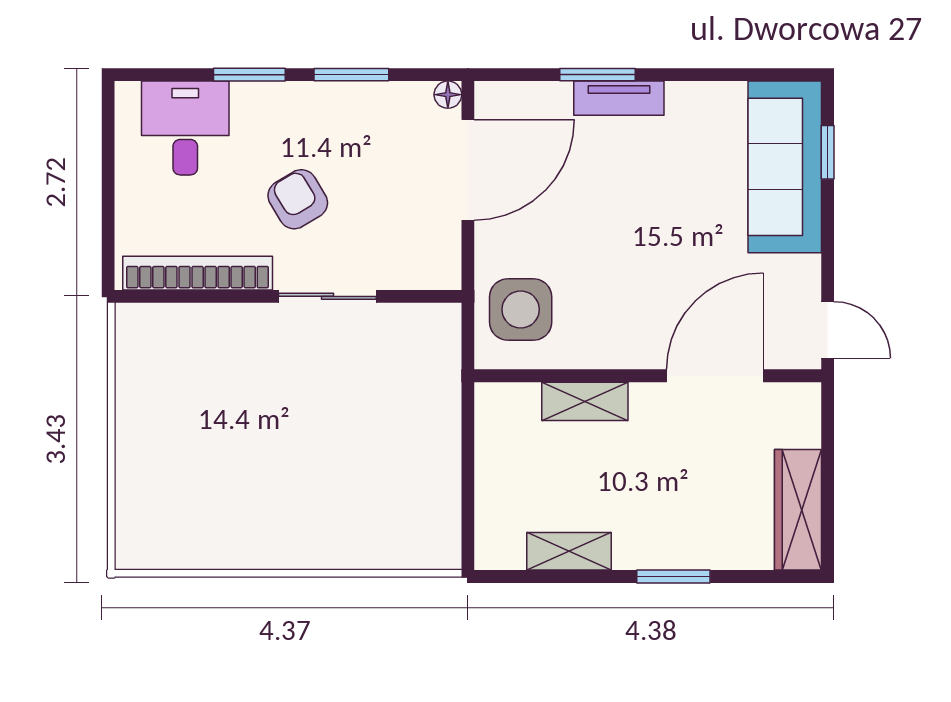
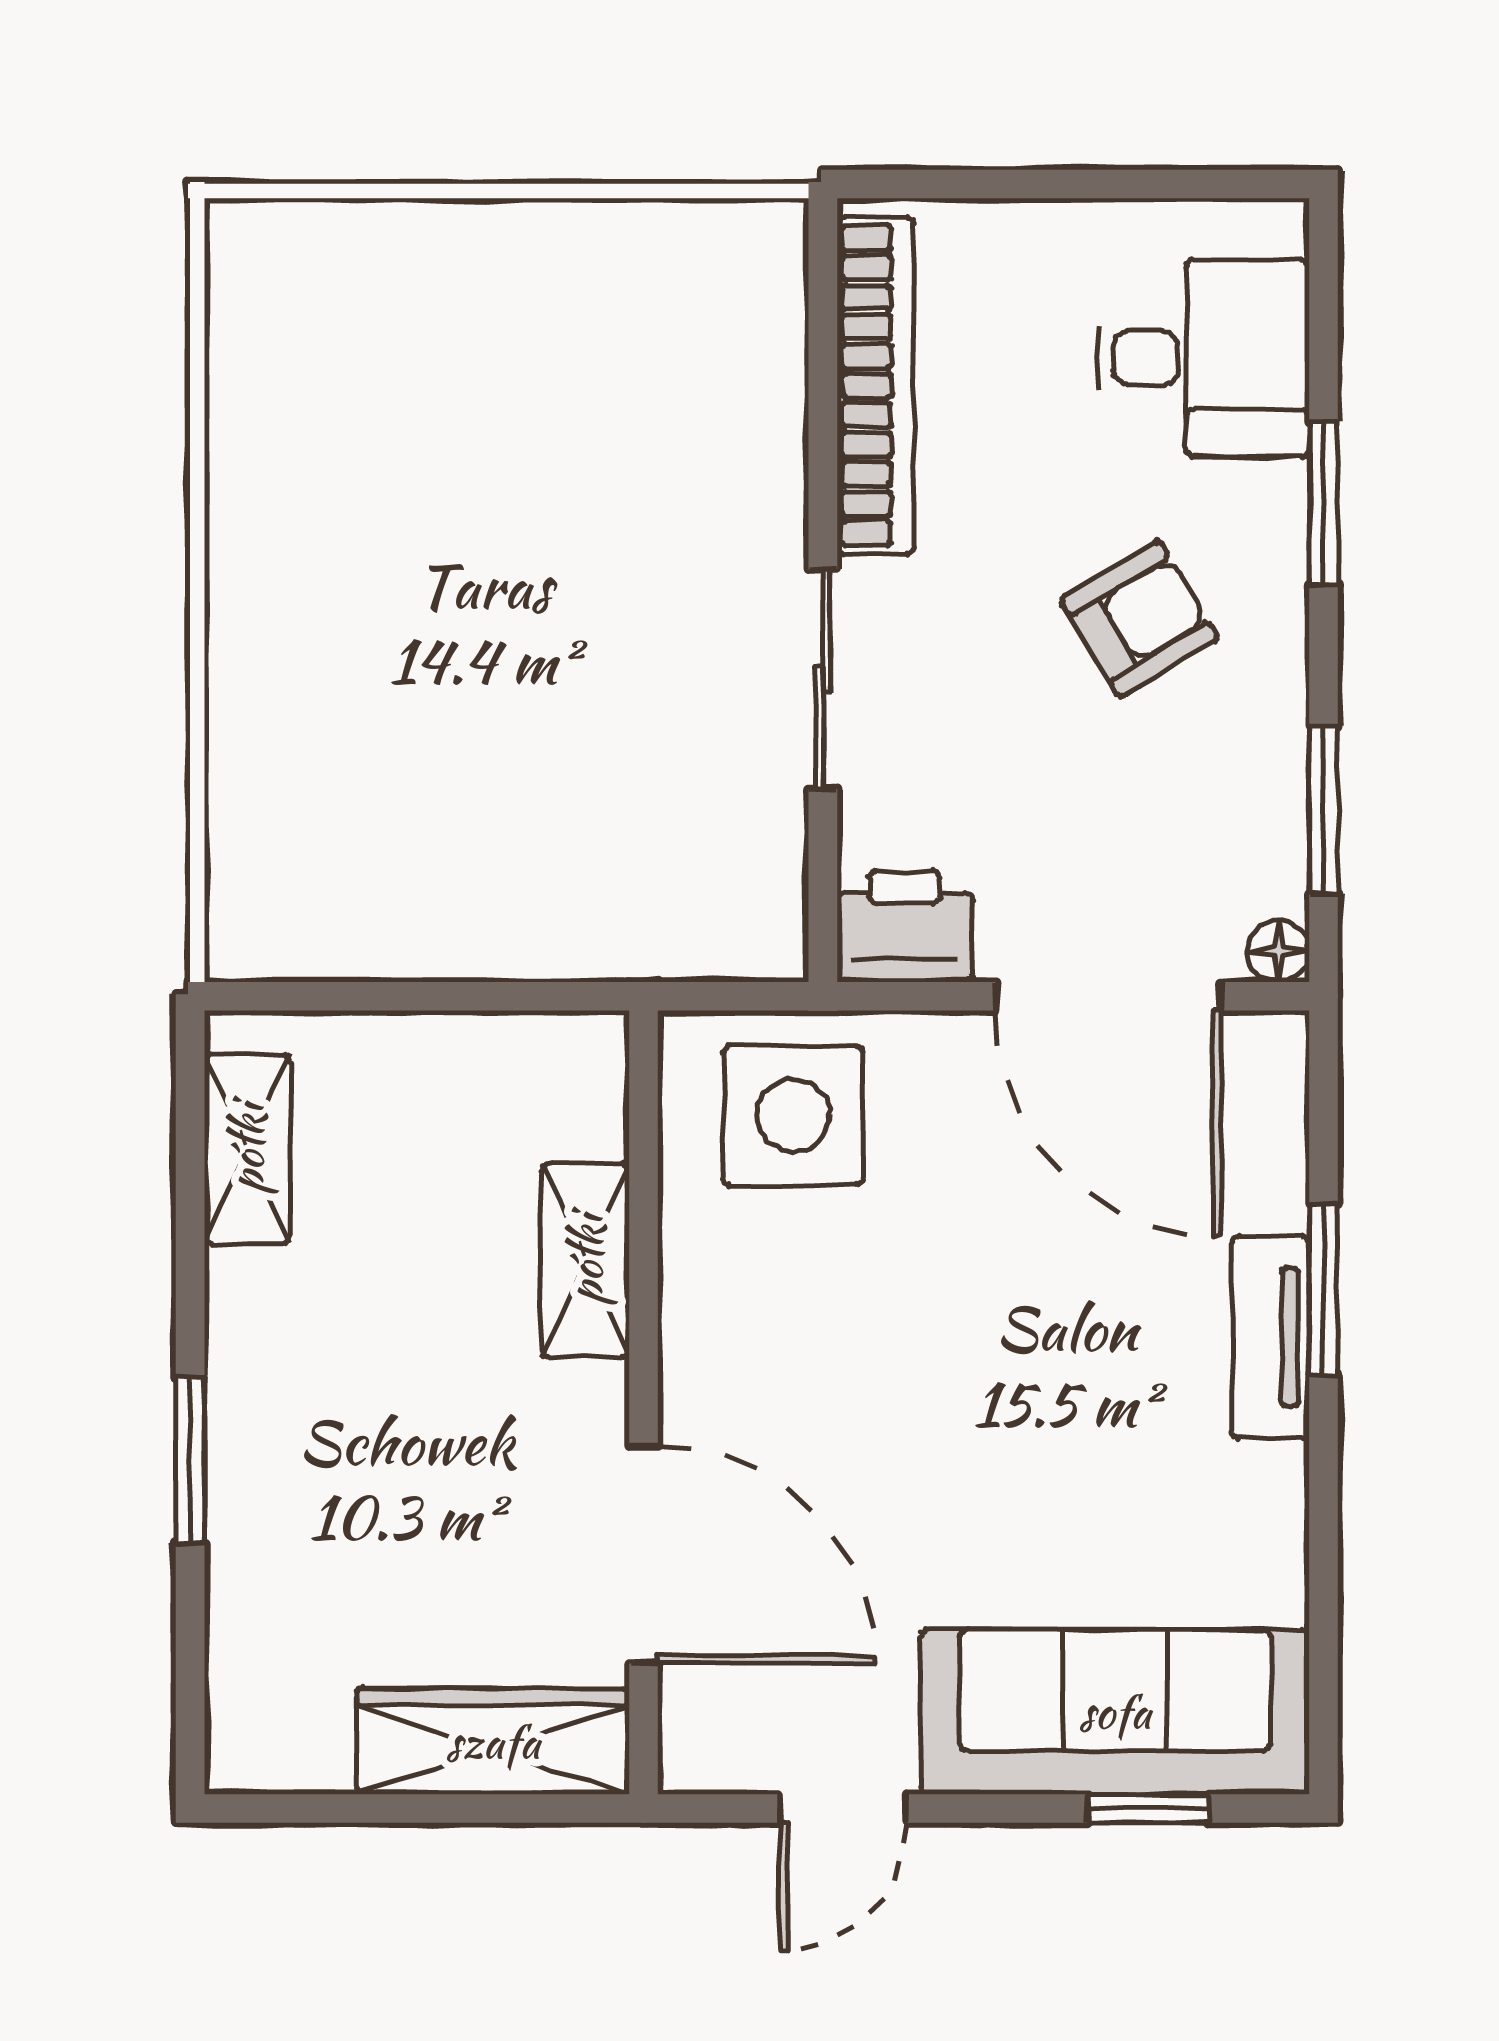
window: (351, 75) -> (1323, 810), moved
armchair: (298, 199) -> (1139, 619), moved
printer: (437, 260) -> (905, 926), added
door: (828, 330) -> (843, 1809), moved
wardrobe: (798, 510) -> (493, 1742), moved
shelving: (569, 551) -> (247, 1149), moved

